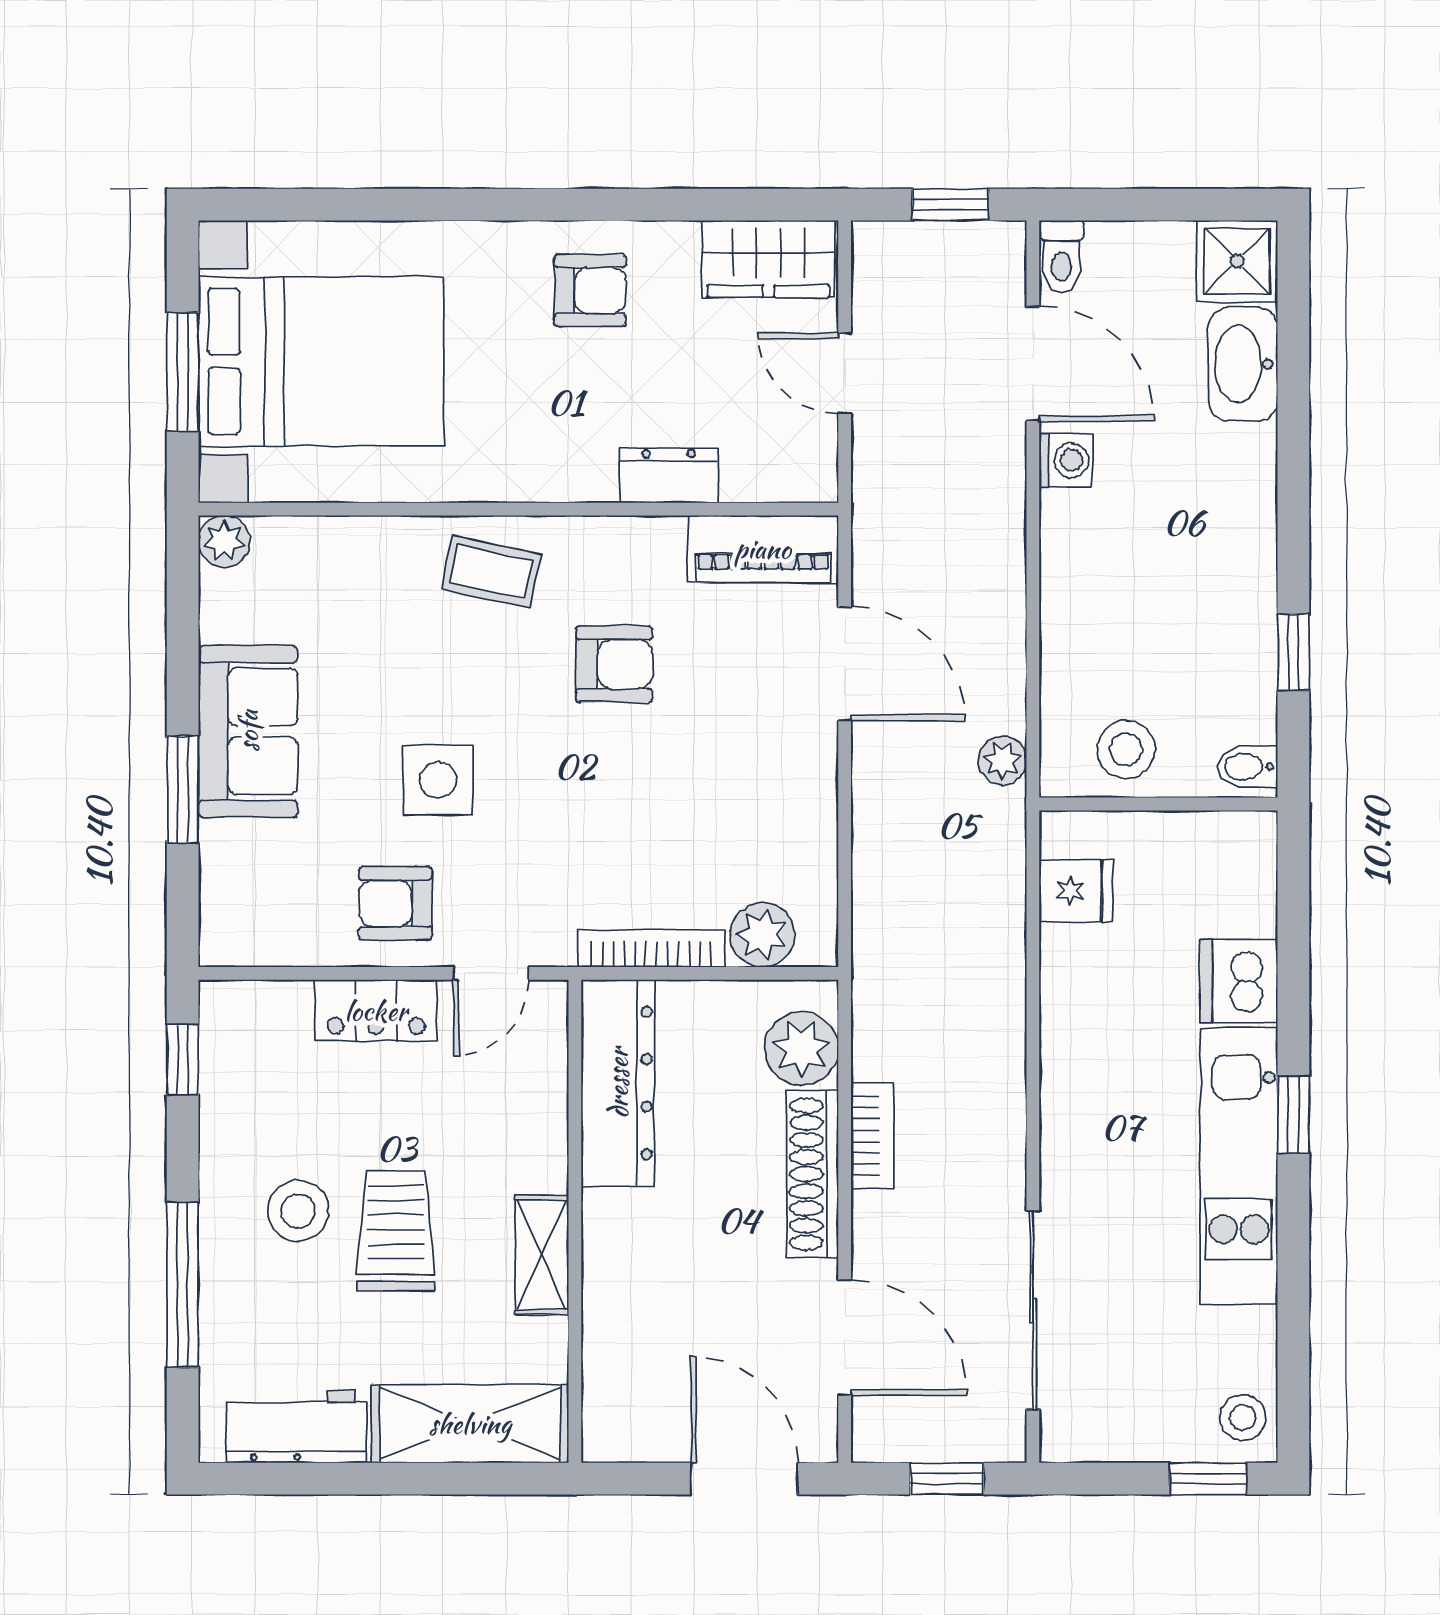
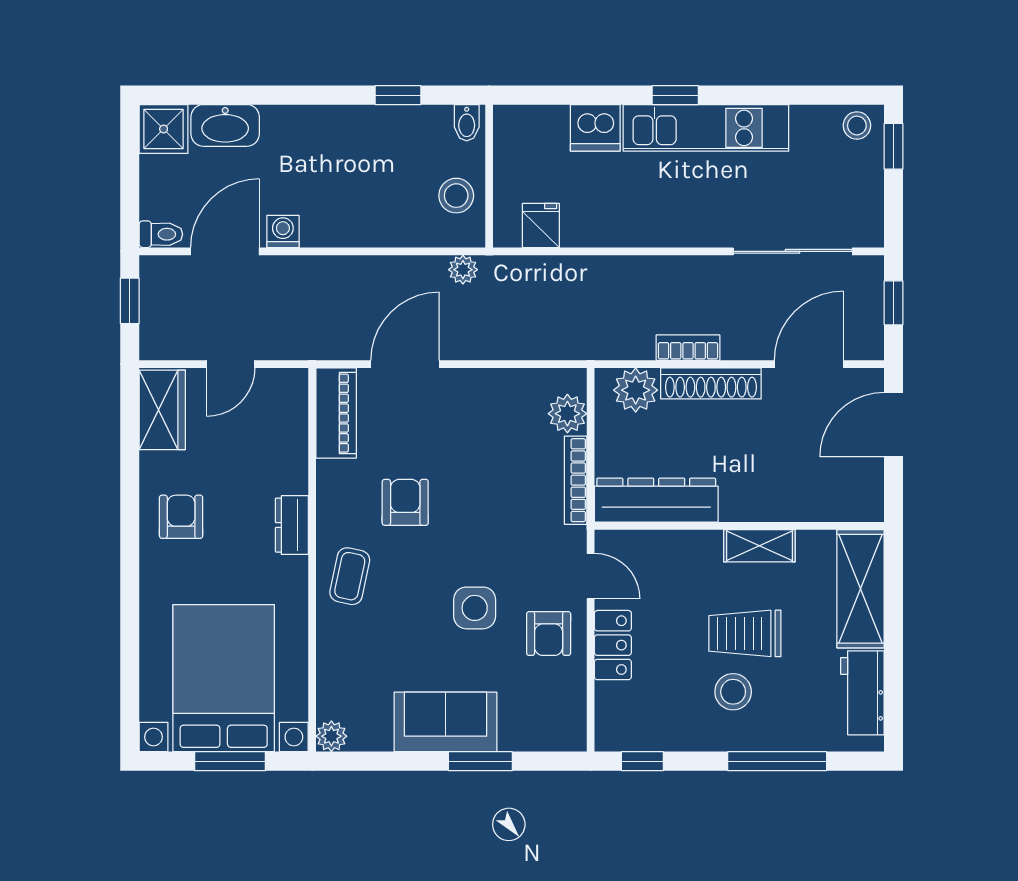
dresser: (669, 475) -> (292, 525), moved

